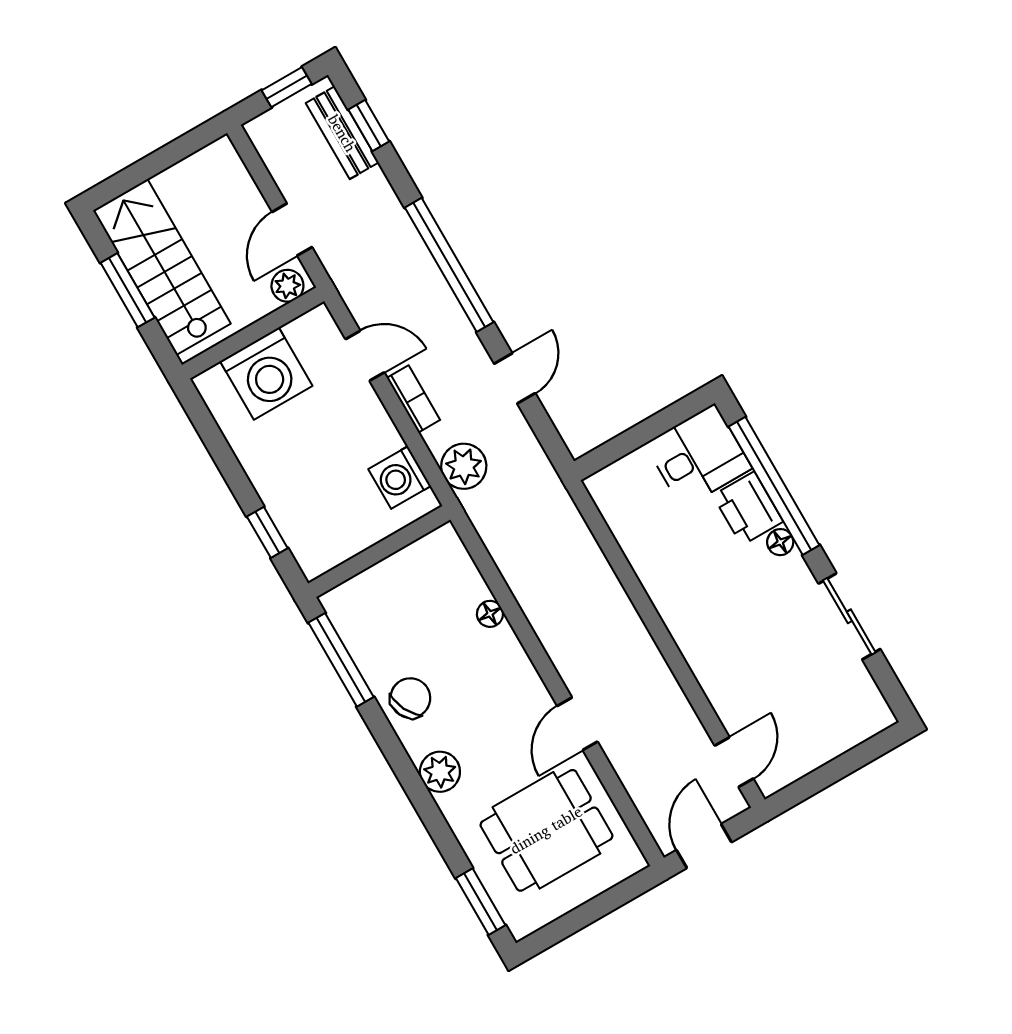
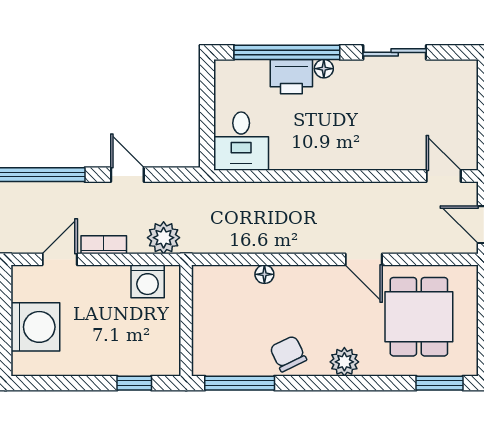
desk: (698, 456) -> (241, 141), moved, turned 180

